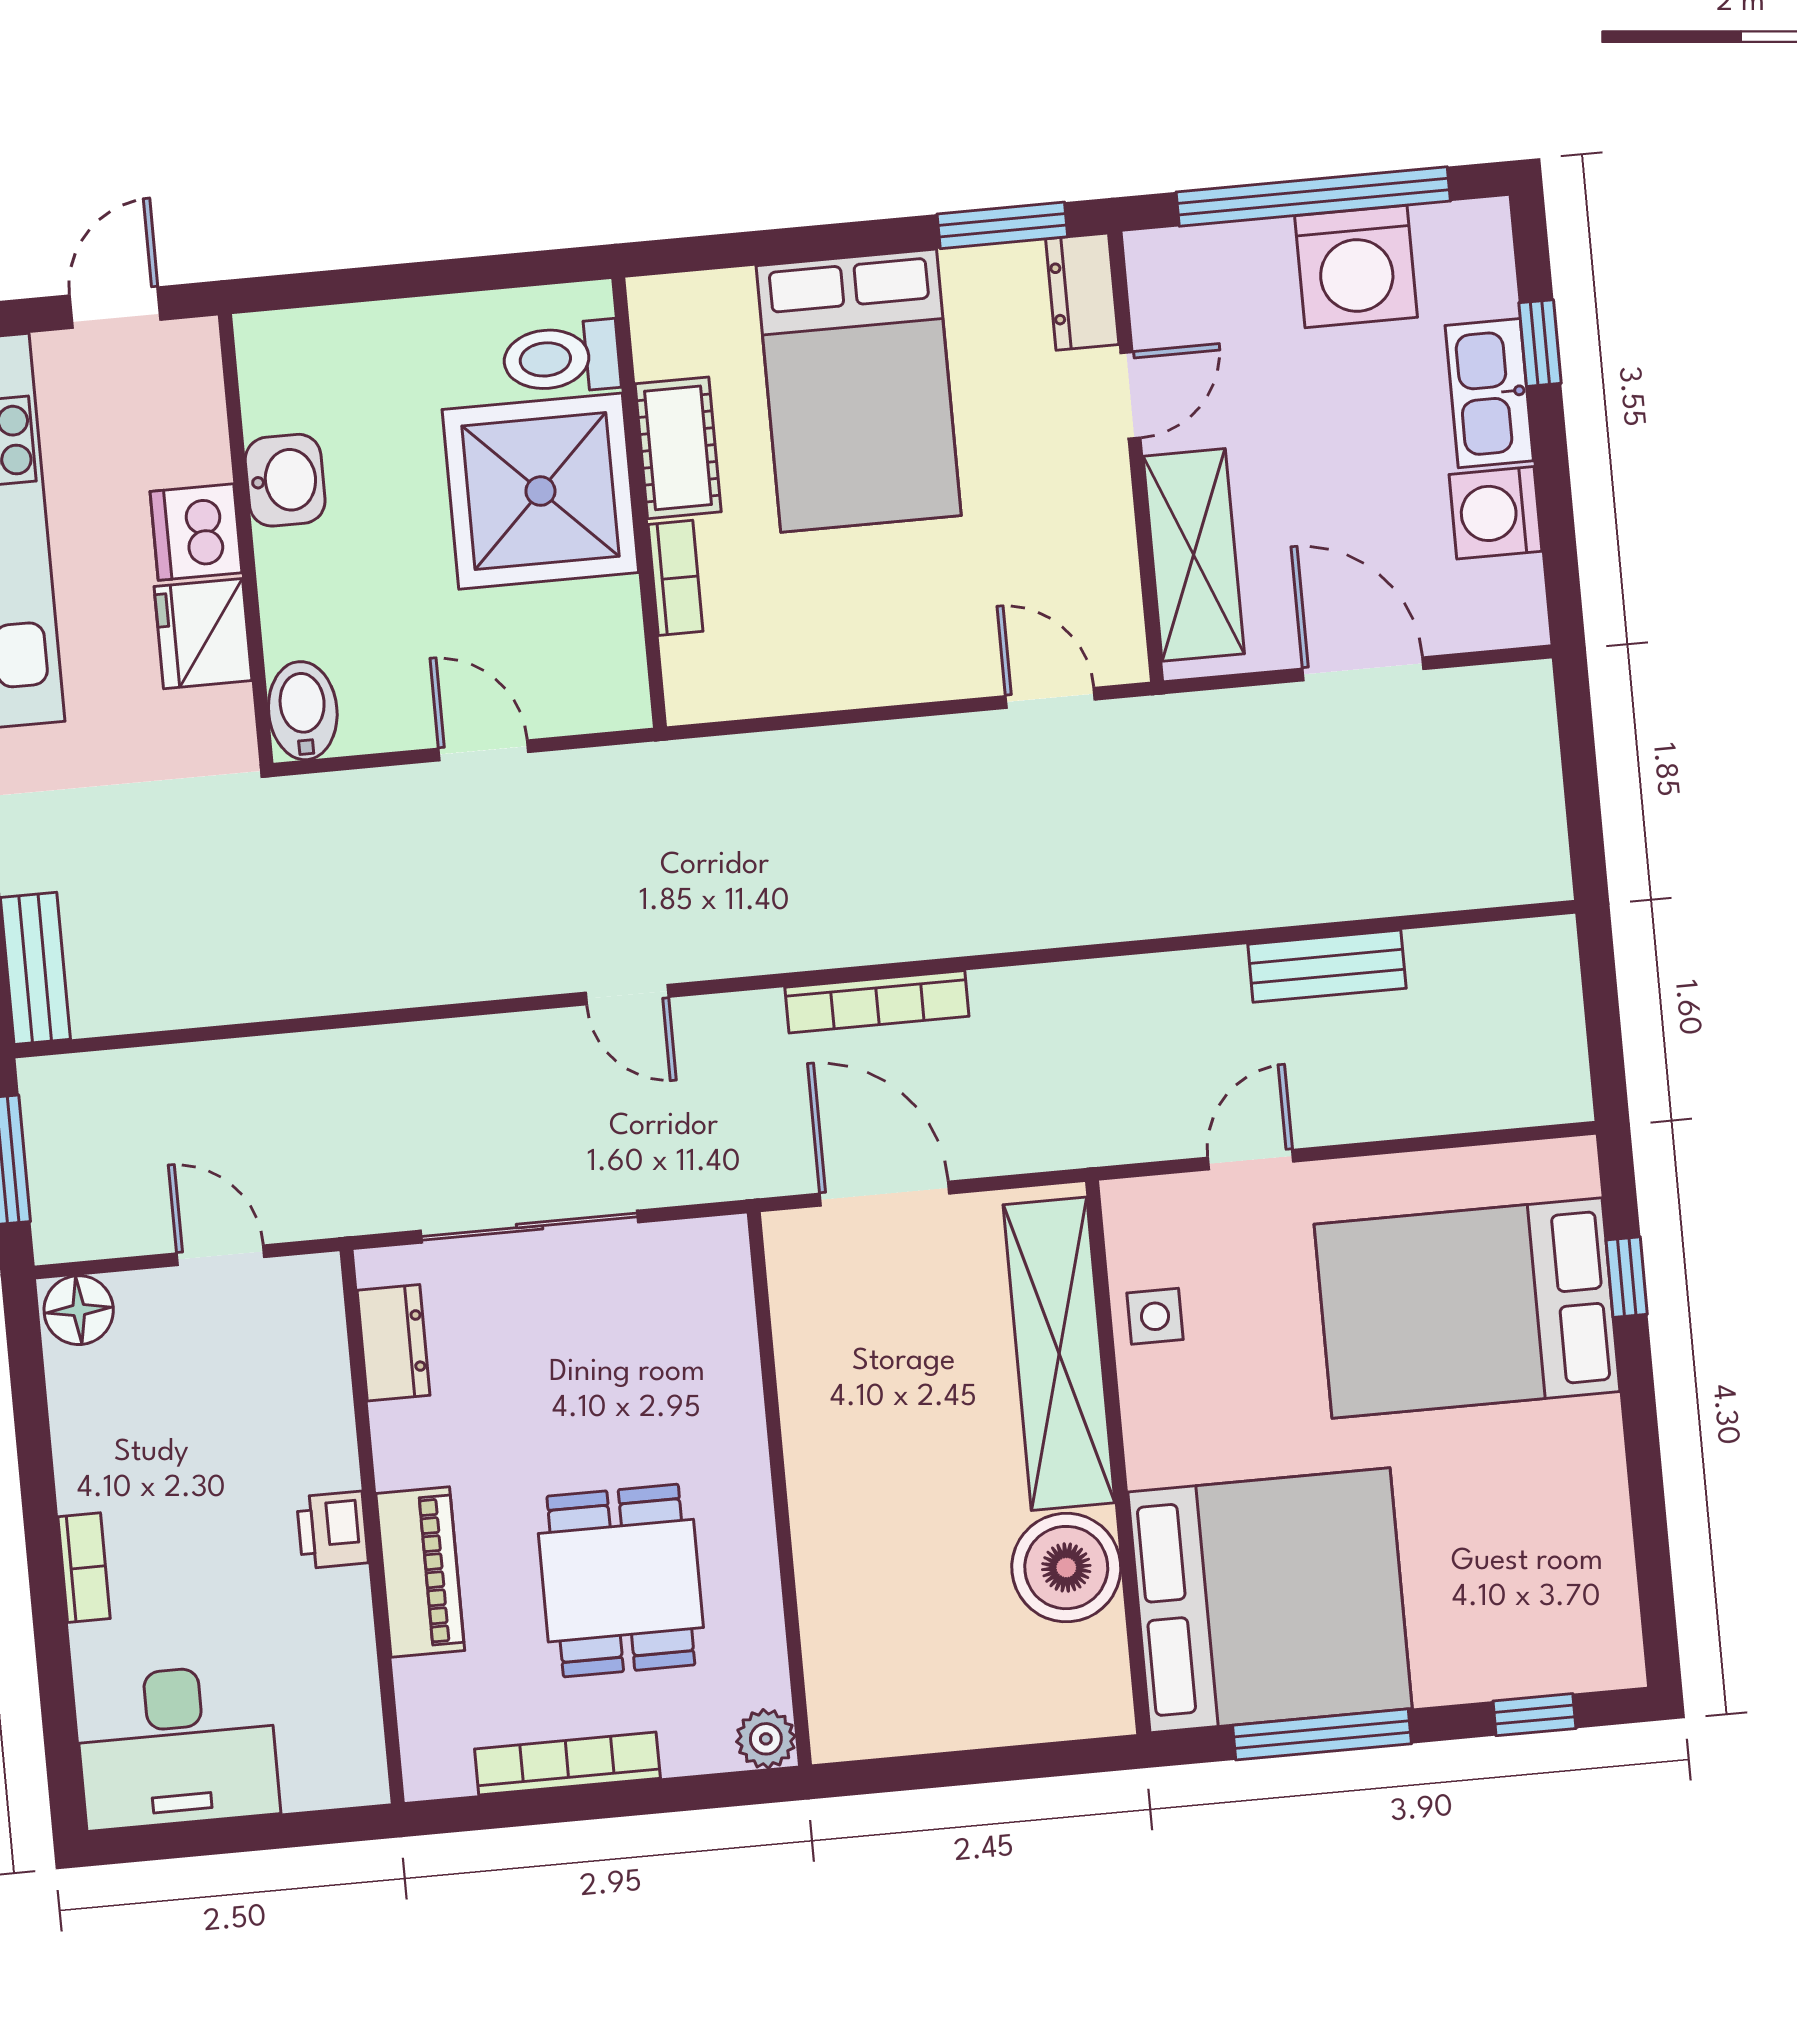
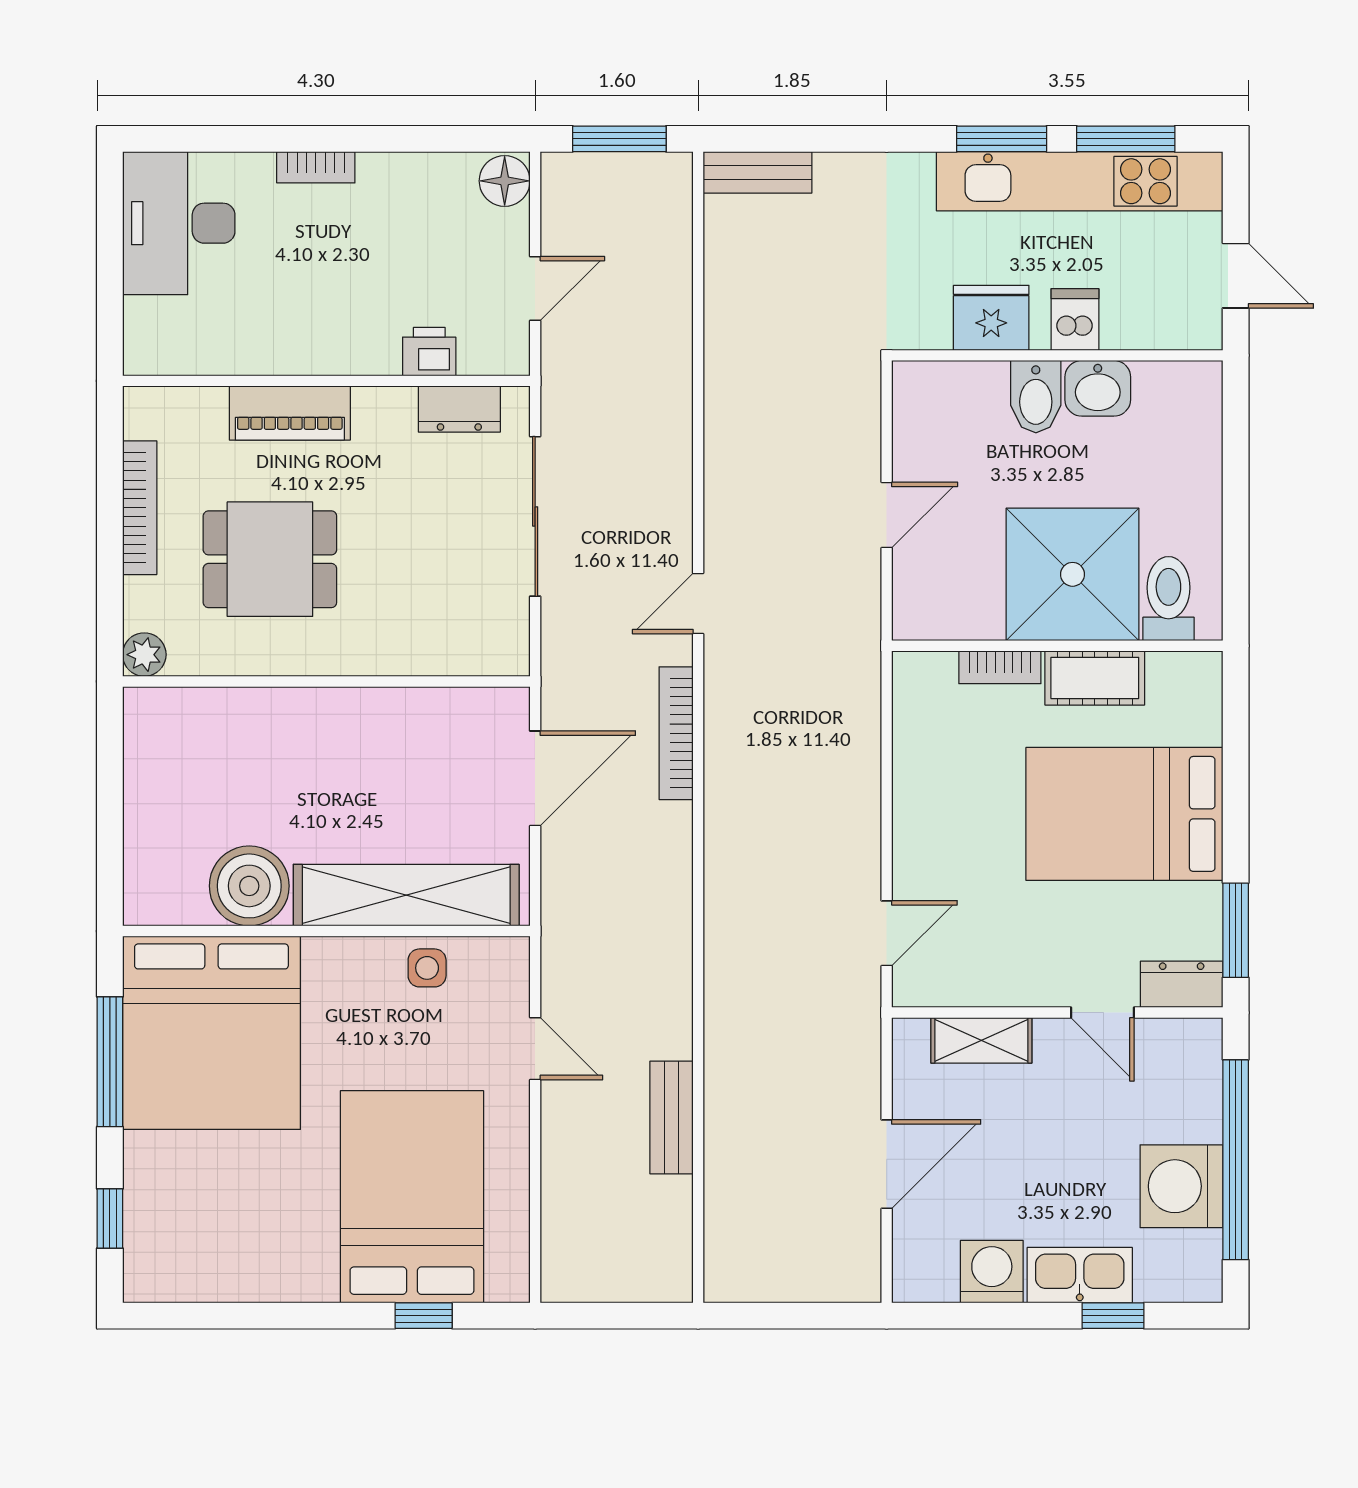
dishwasher: (196, 532) -> (1075, 320), width x0.73
shelving: (1194, 555) -> (981, 1040), width x0.67, depth x0.75
bidet: (303, 711) -> (1036, 397), moved, turned 90
bookcase: (877, 1002) -> (676, 733), moved
printer: (332, 1530) -> (429, 352), moved

